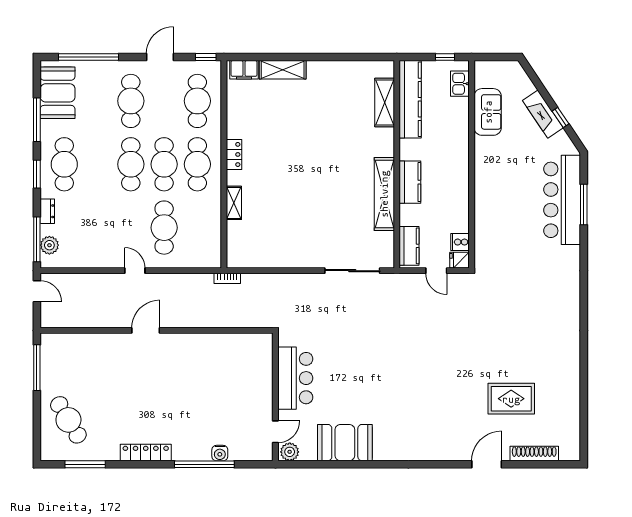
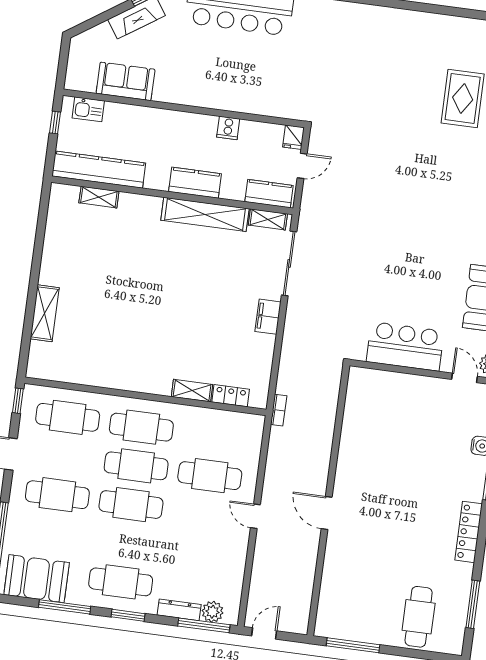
filing cabinet: (244, 70) -> (268, 317), moved, turned 180
shelving: (385, 103) -> (99, 197), width x0.67, depth x0.75
locker: (234, 154) -> (231, 396), moved
dresser: (47, 211) -> (179, 610), width x1.44
cooker: (460, 242) -> (228, 128), moved
shelving: (387, 248) -> (268, 219), added
door: (135, 271) -> (255, 516), hinge flipped
cafe table: (68, 420) -> (419, 617), turned -59

